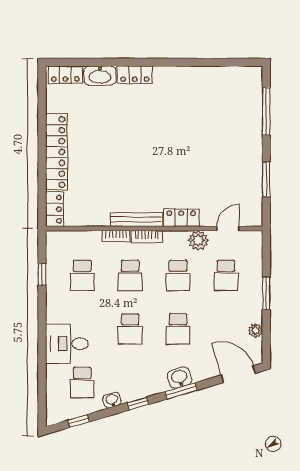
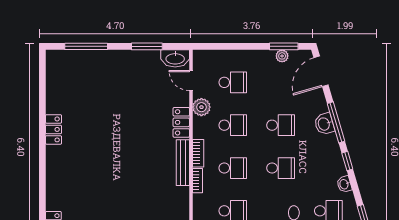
locker: (135, 75) -> (53, 129), moved
washbasin: (100, 76) -> (175, 58), moved, turned 90
window: (266, 293) -> (284, 46), moved
window: (181, 391) -> (336, 122), width x1.44

